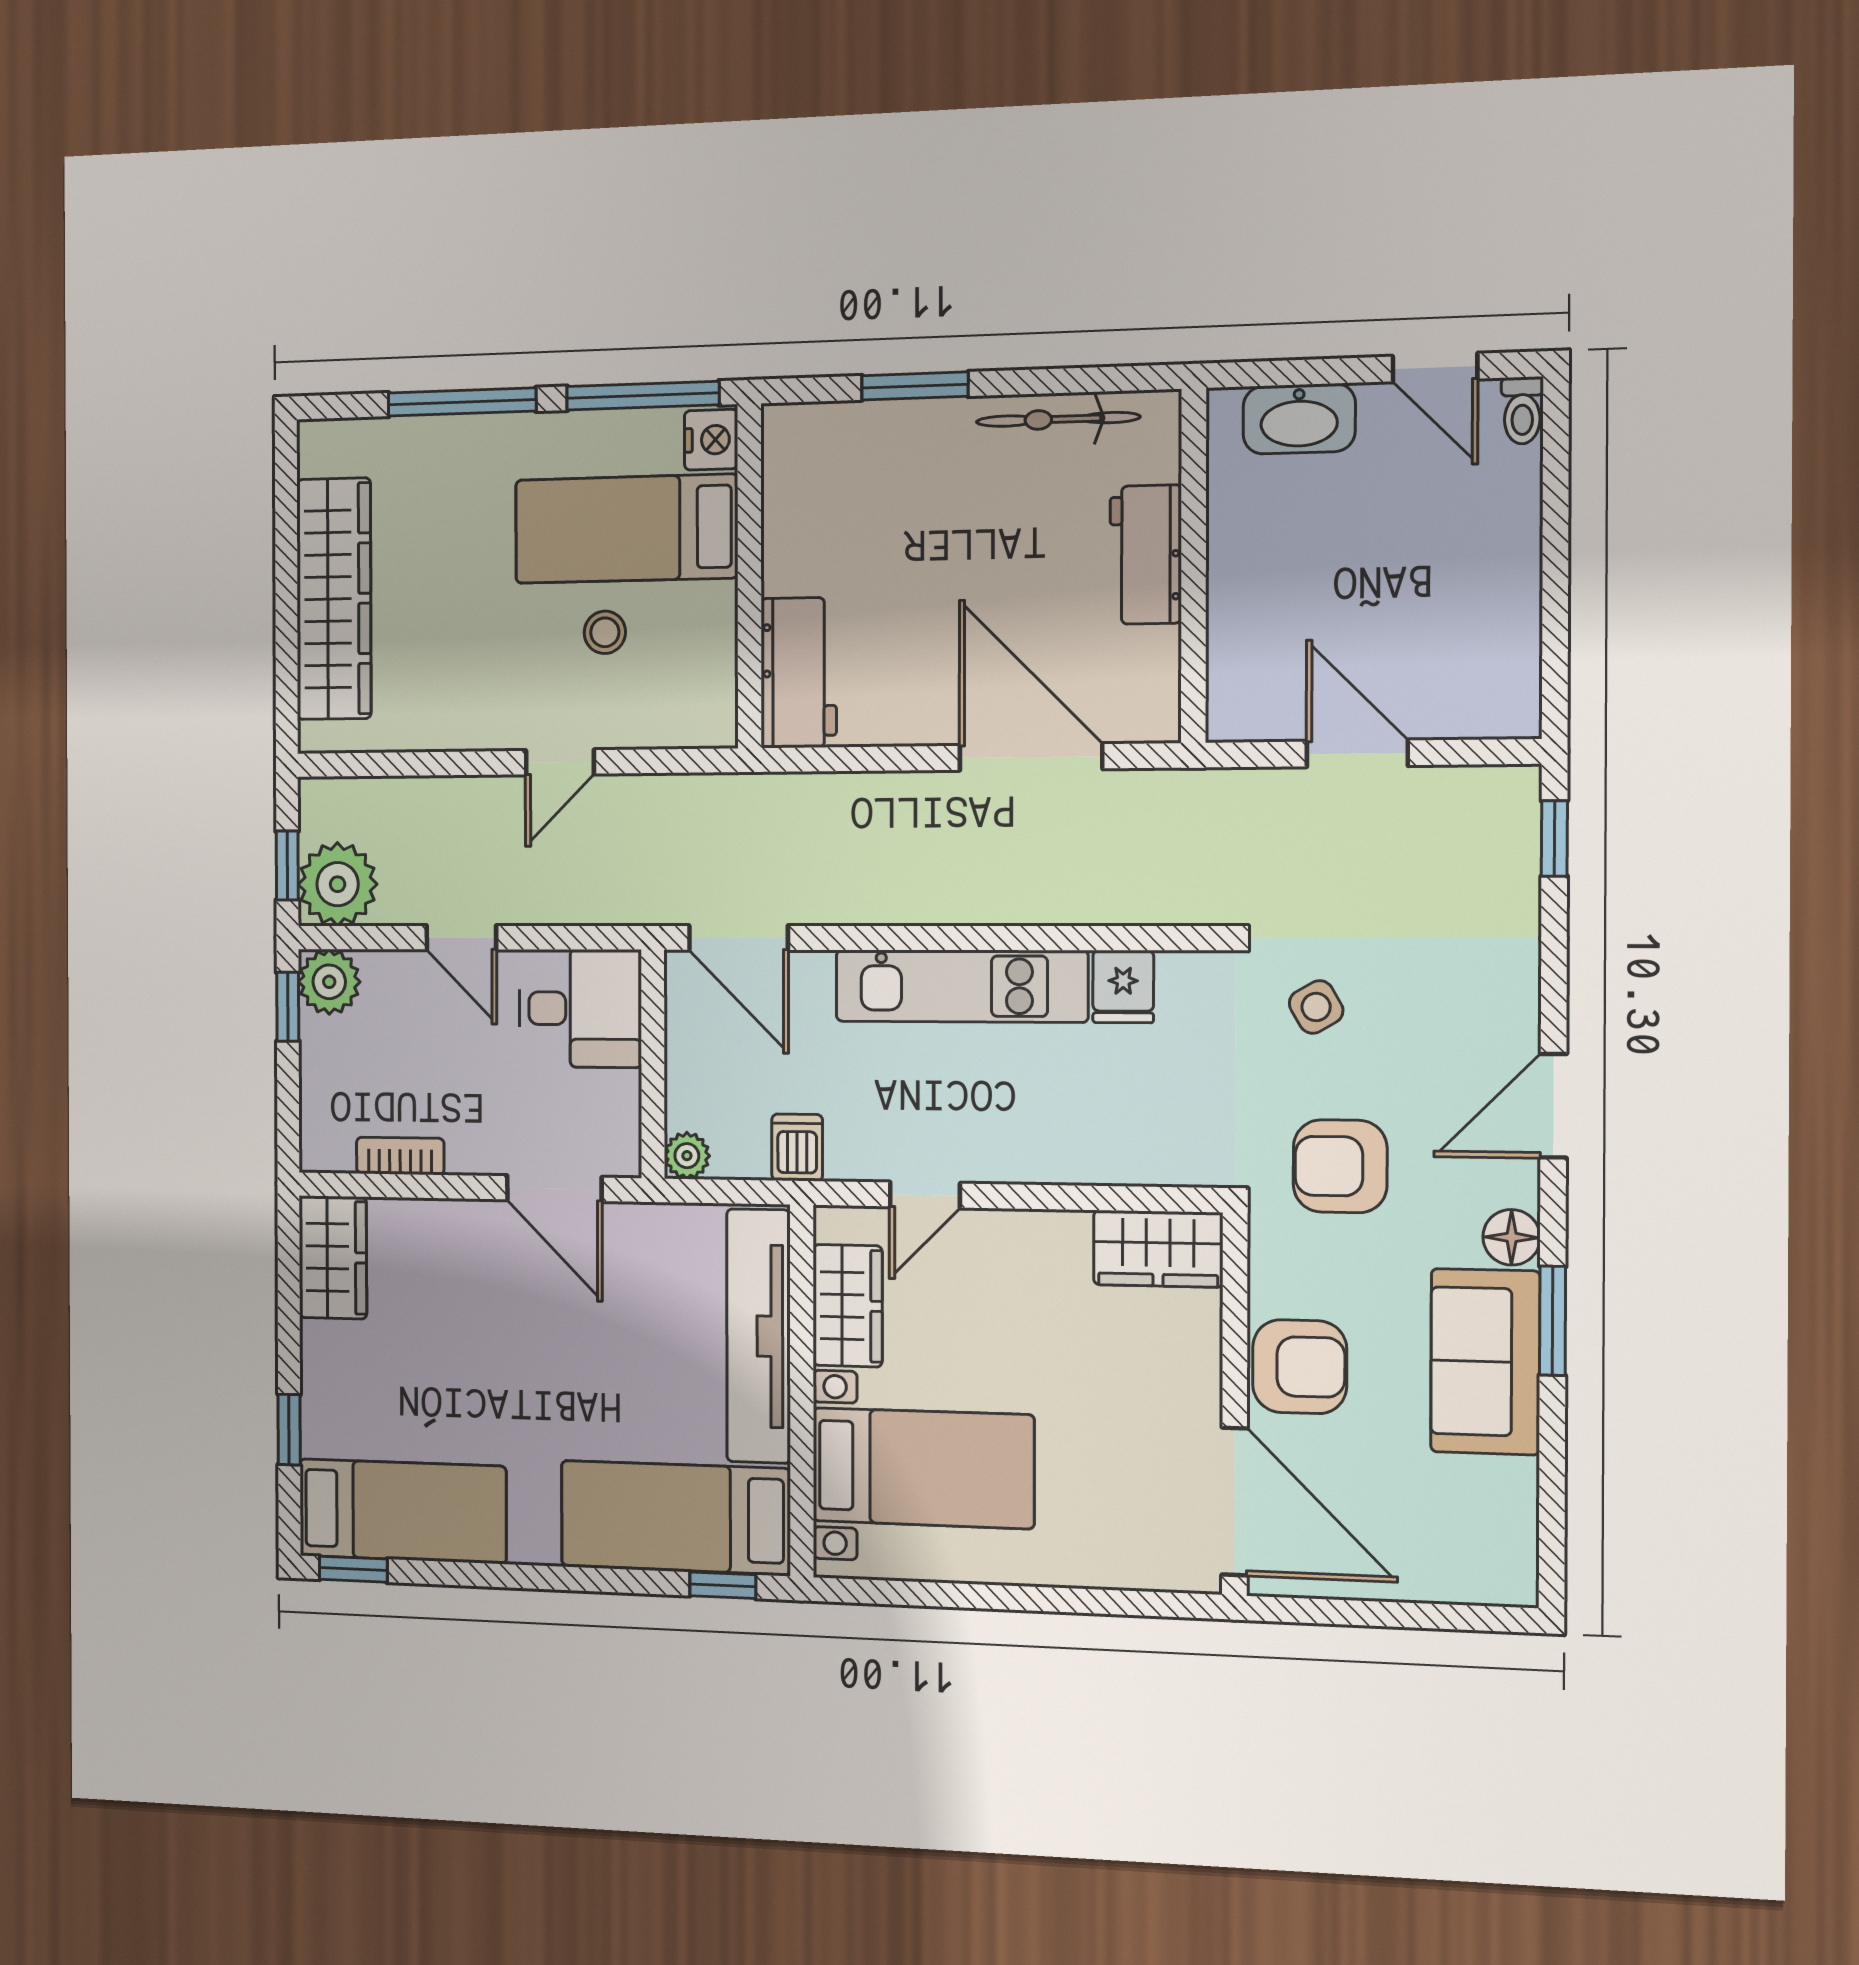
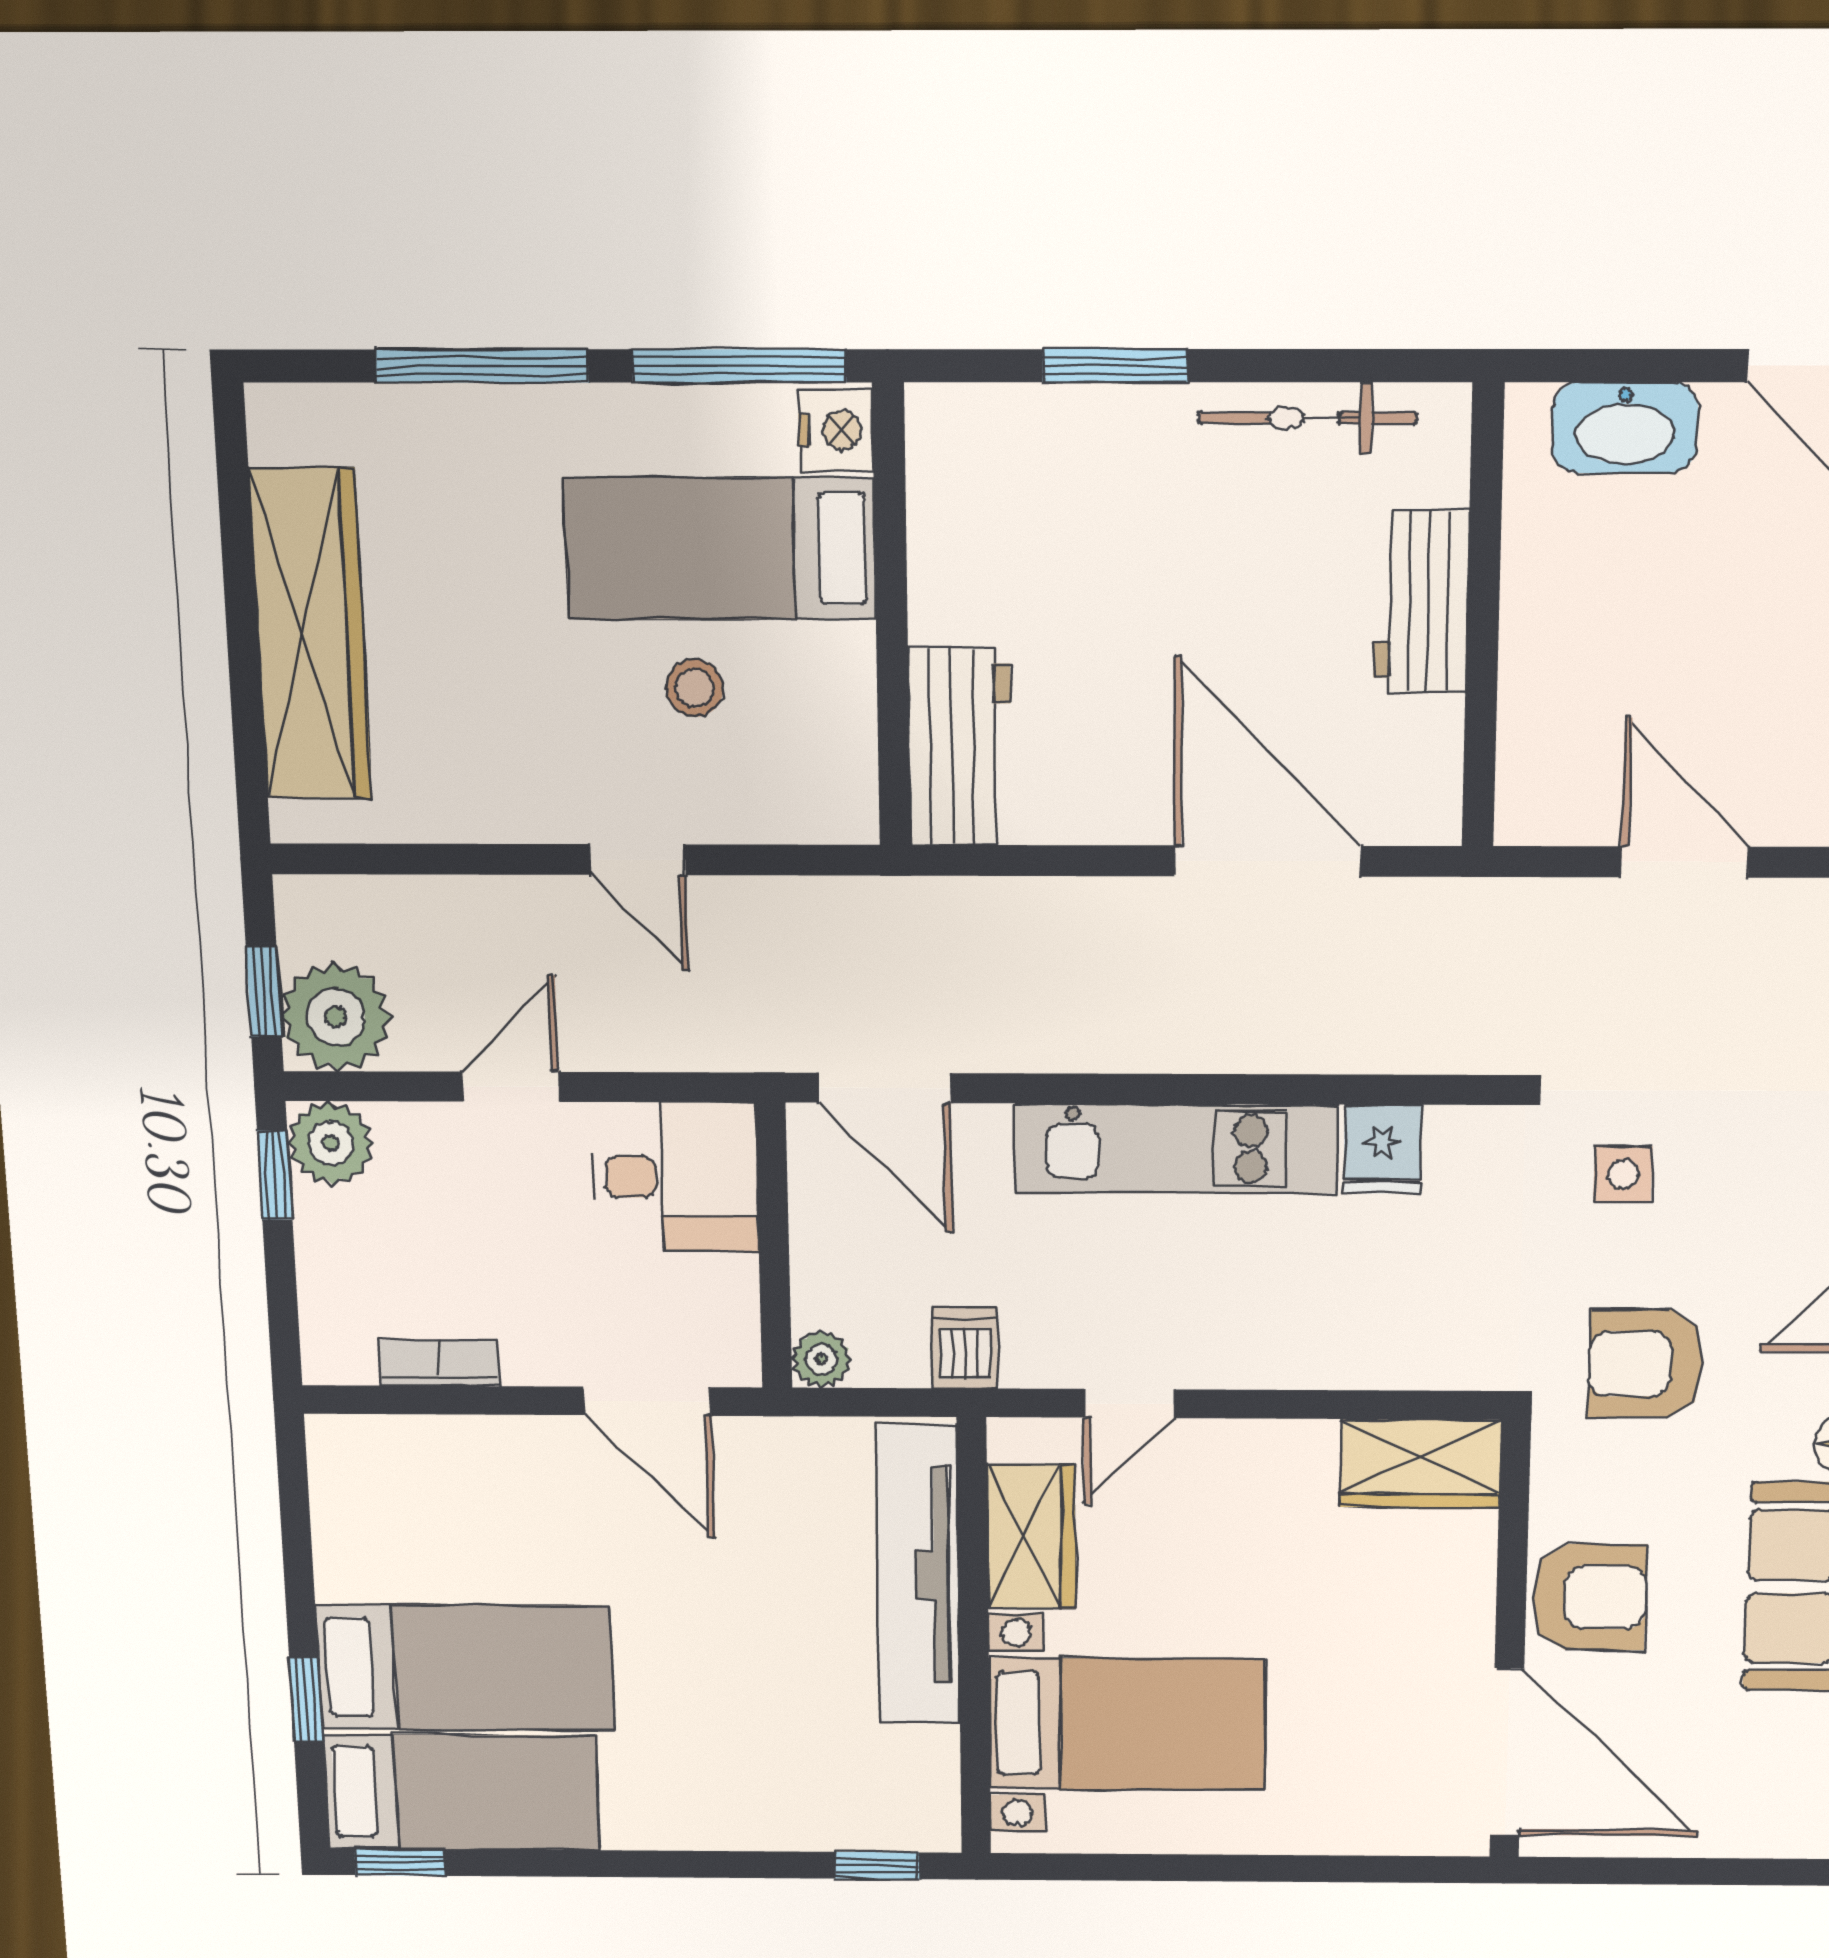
door: (560, 762) -> (638, 860), hinge flipped
door: (461, 938) -> (510, 1087), swing flipped
side table: (1316, 1007) -> (1623, 1174), turned 30
wardrobe: (333, 1257) -> (354, 1490), removed
bed: (675, 1517) -> (465, 1668), moved, turned 180

